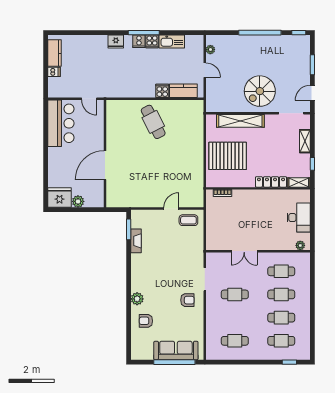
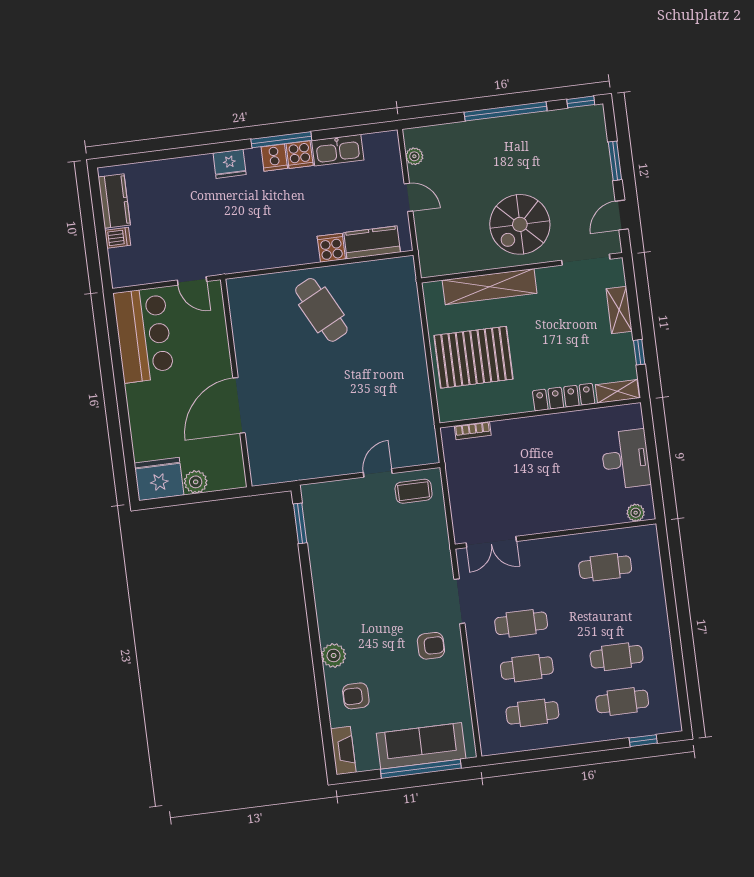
fireplace: (136, 241) -> (343, 751), moved
double door: (244, 251) -> (491, 542), moved
cafe table: (281, 294) -> (527, 668), moved

